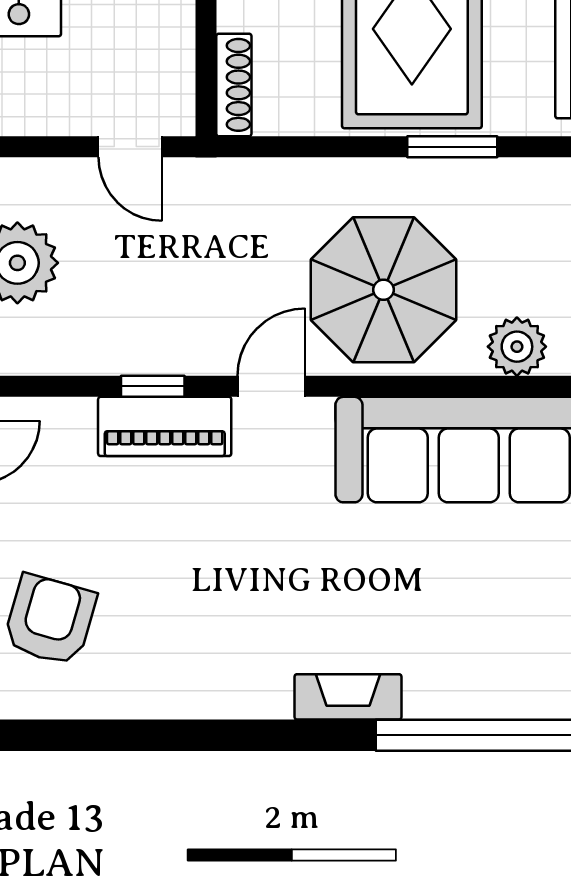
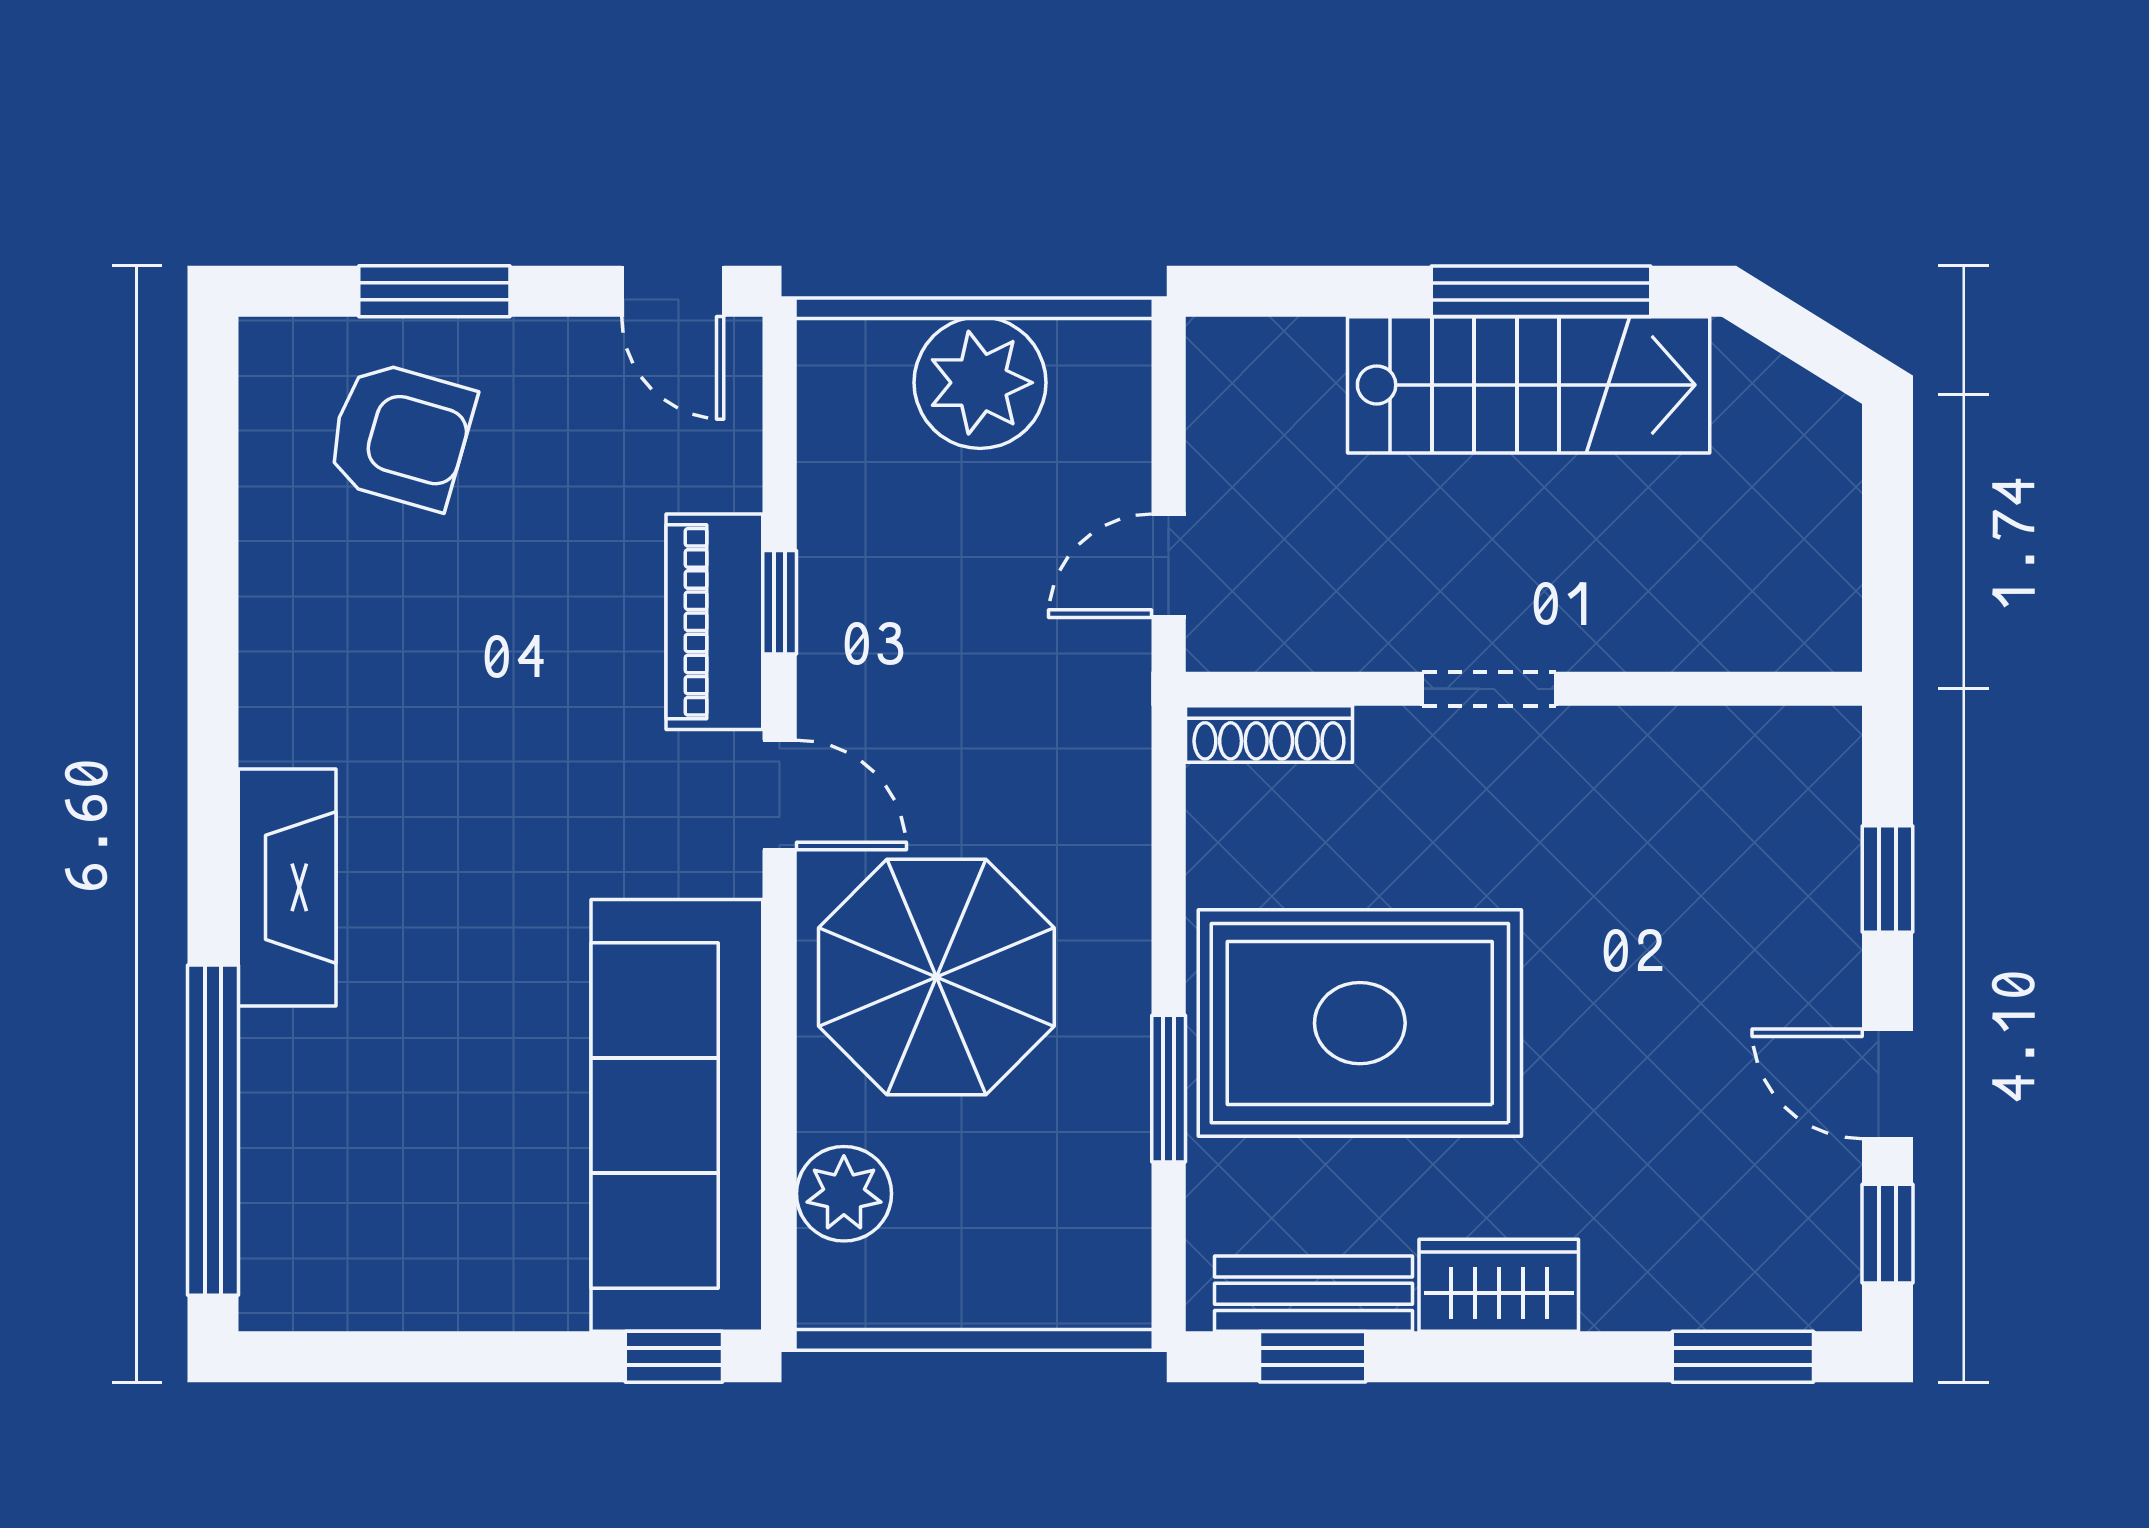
fireplace: (348, 697) -> (287, 887), width x1.37, depth x1.32

